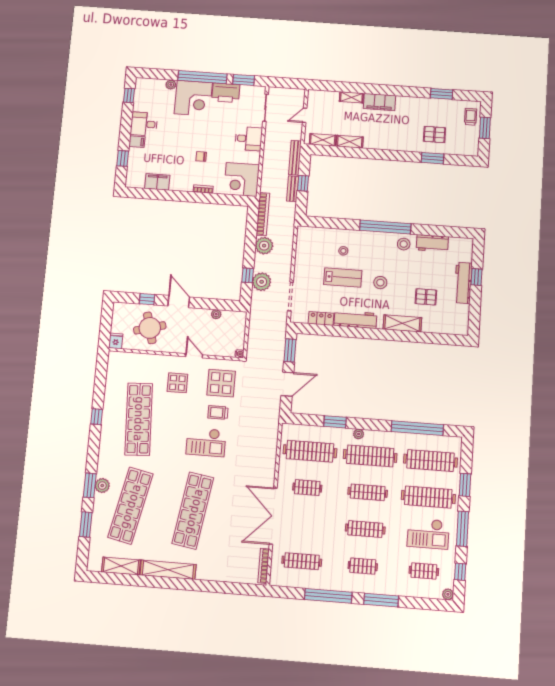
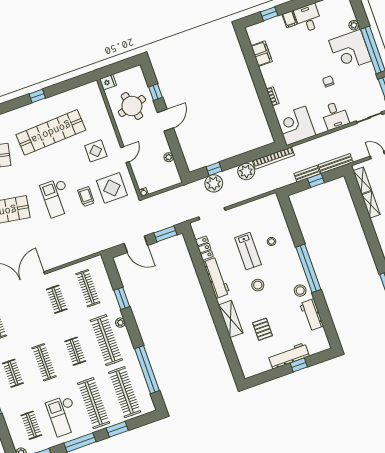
printer: (226, 93) -> (368, 77), removed
chair: (201, 156) -> (328, 81), moved
clothes rail: (310, 451) -> (88, 288), width x0.73, depth x0.76
clothes rail: (368, 492) -> (75, 351), width x0.73

